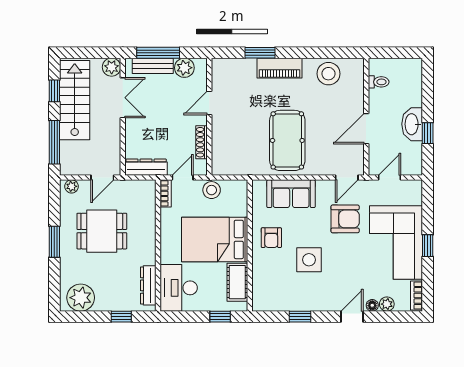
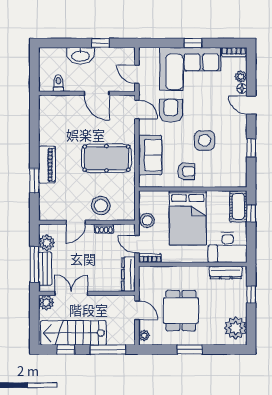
stool: (328, 74) -> (101, 205), moved
door: (209, 103) -> (76, 222), hinge flipped
washbasin: (412, 124) -> (80, 56), moved
shoe rack: (201, 142) -> (104, 229), width x0.70
cot: (237, 282) -> (238, 206), moved, turned 90

